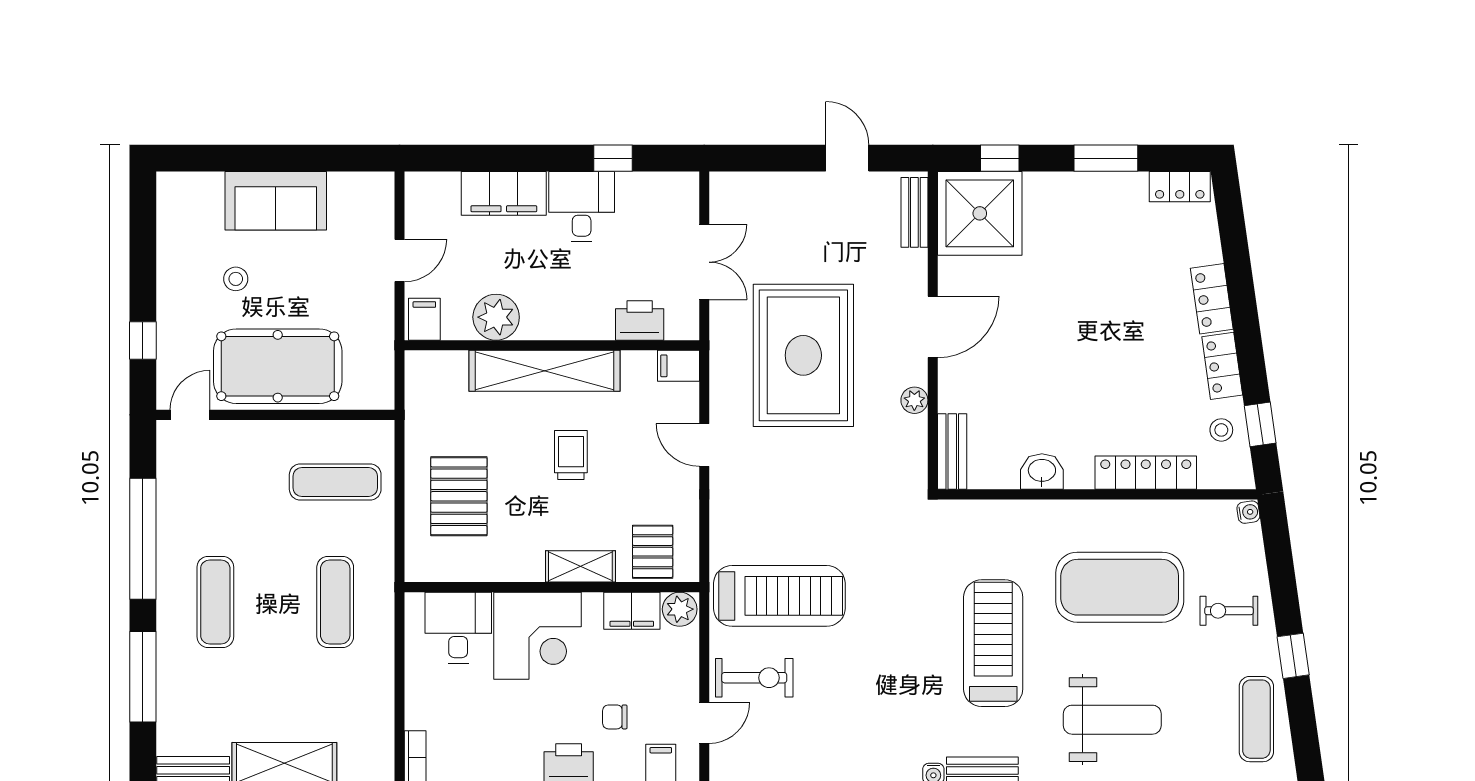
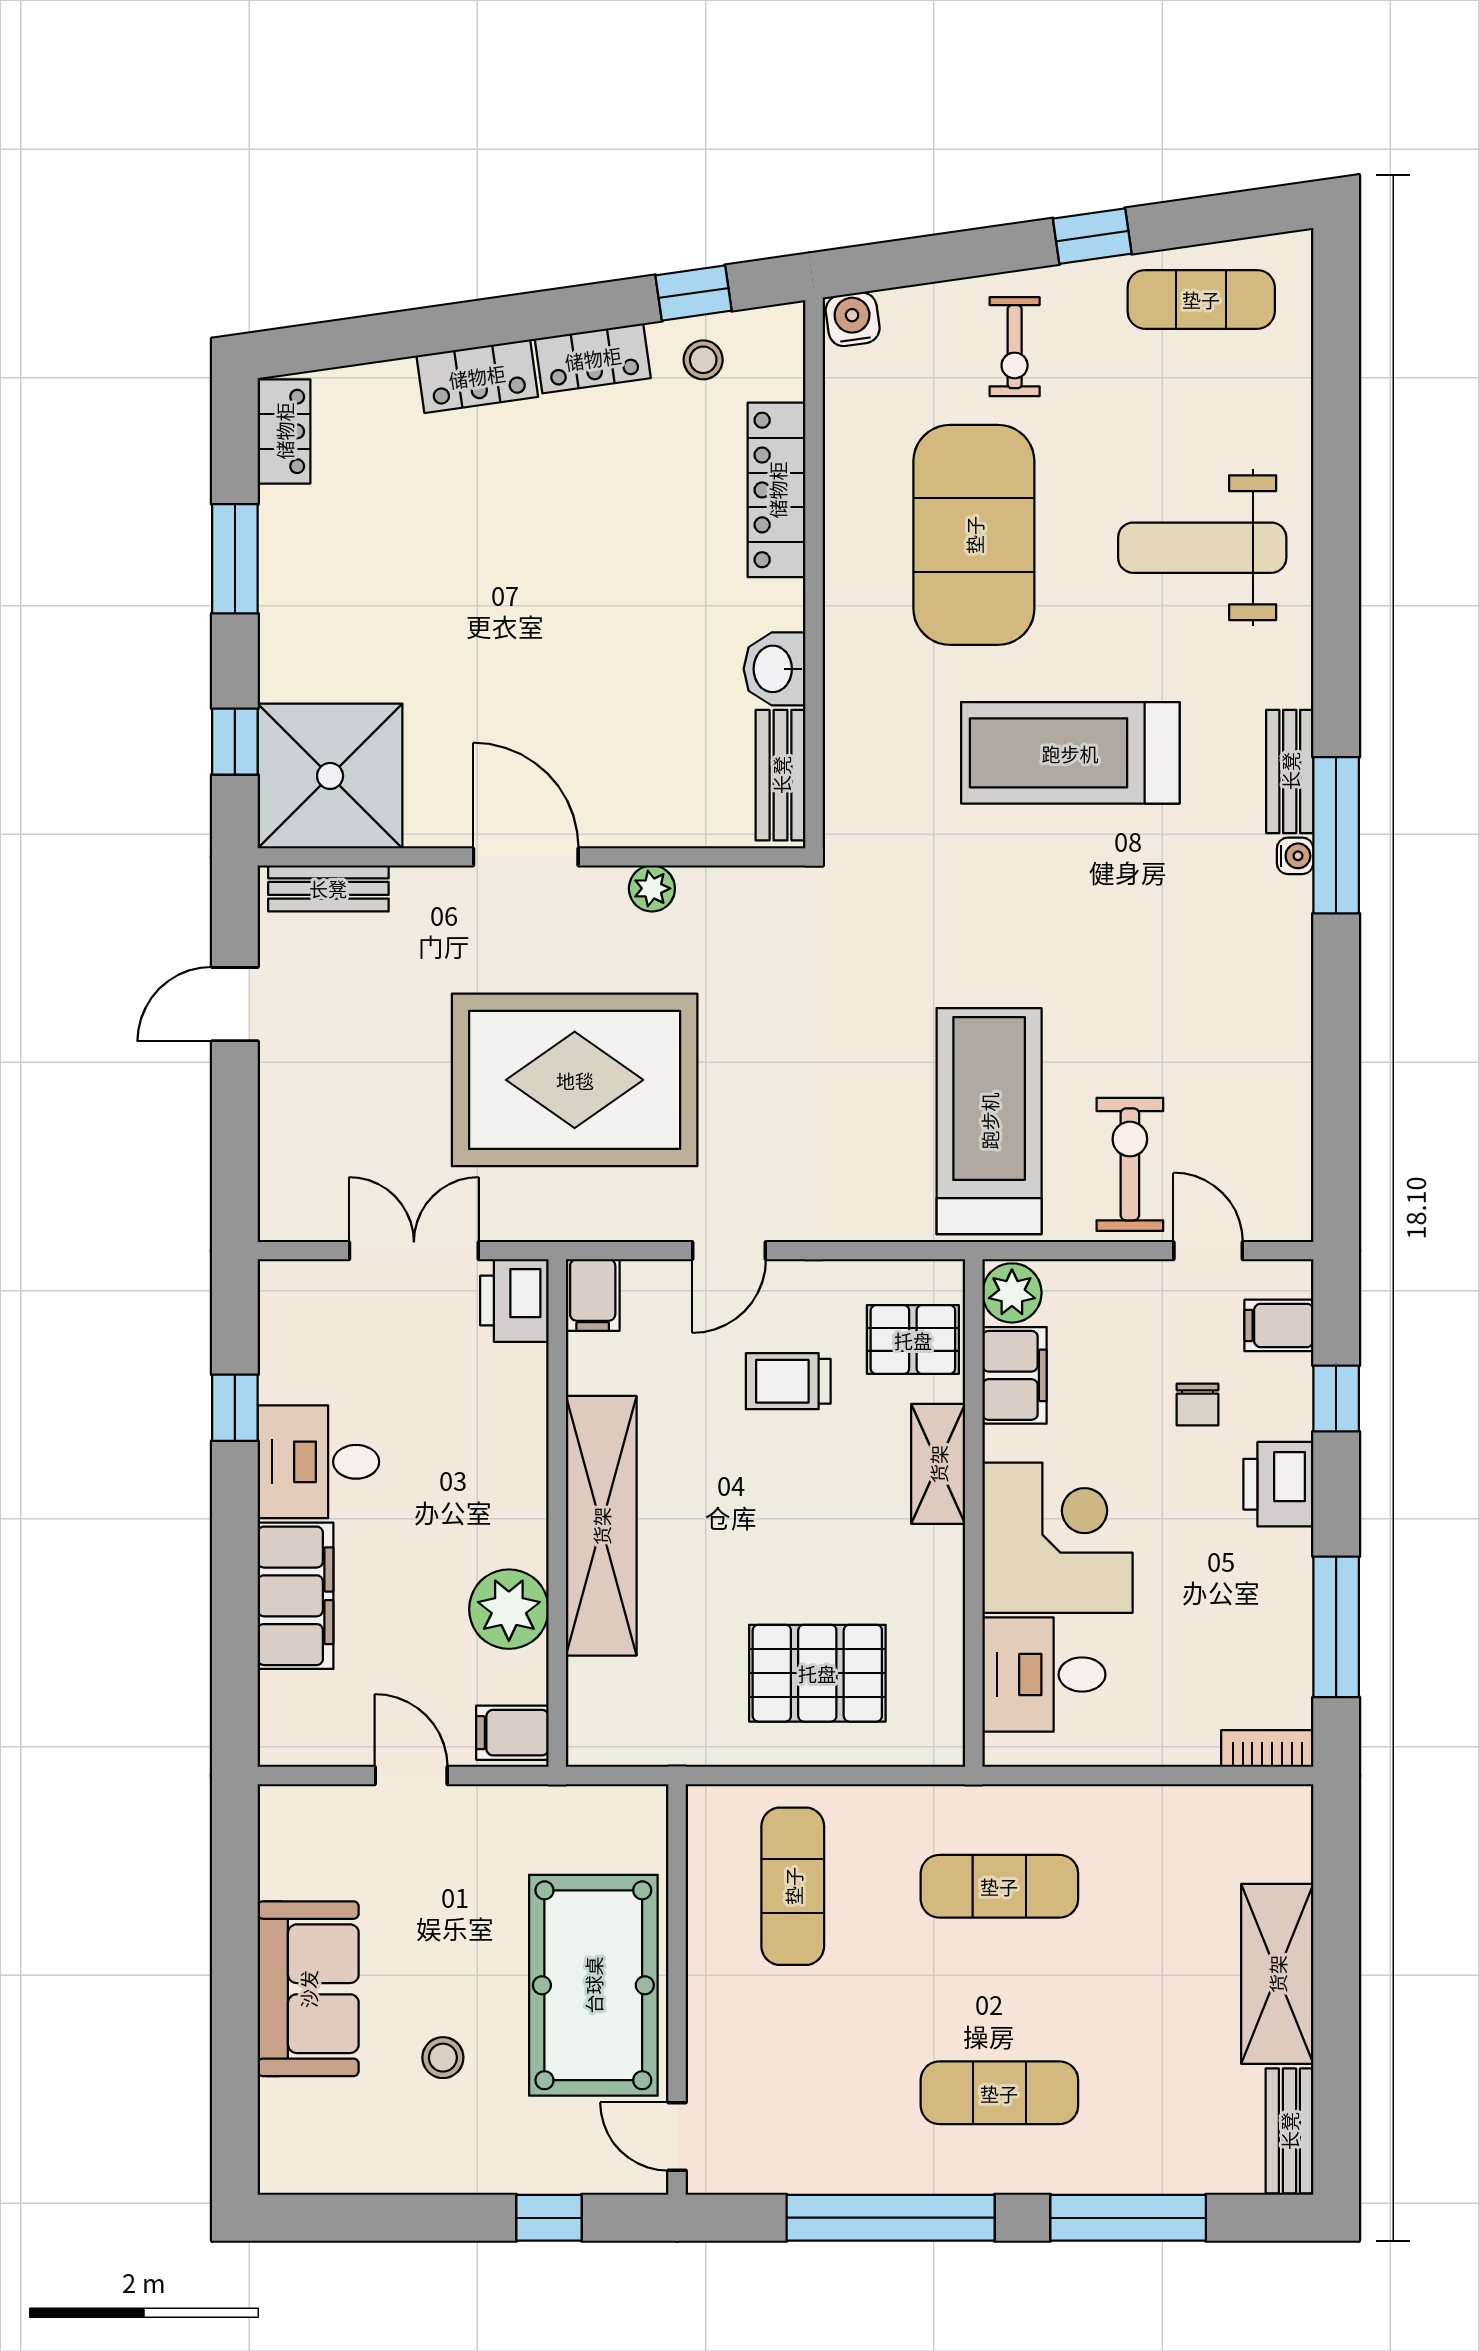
printer: (640, 320) -> (514, 1301), moved
bench: (952, 451) -> (781, 775), moved, turned 90
trolley: (571, 455) -> (788, 1381), moved
water cooler: (1248, 512) -> (853, 319), width x1.38, depth x1.38
weight bench: (1112, 720) -> (1202, 548), turned -90

